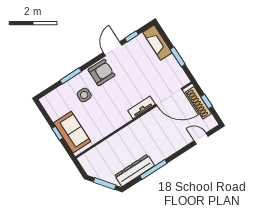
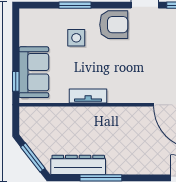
tv unit: (142, 107) -> (88, 96), moved
window: (57, 133) -> (16, 81), moved

